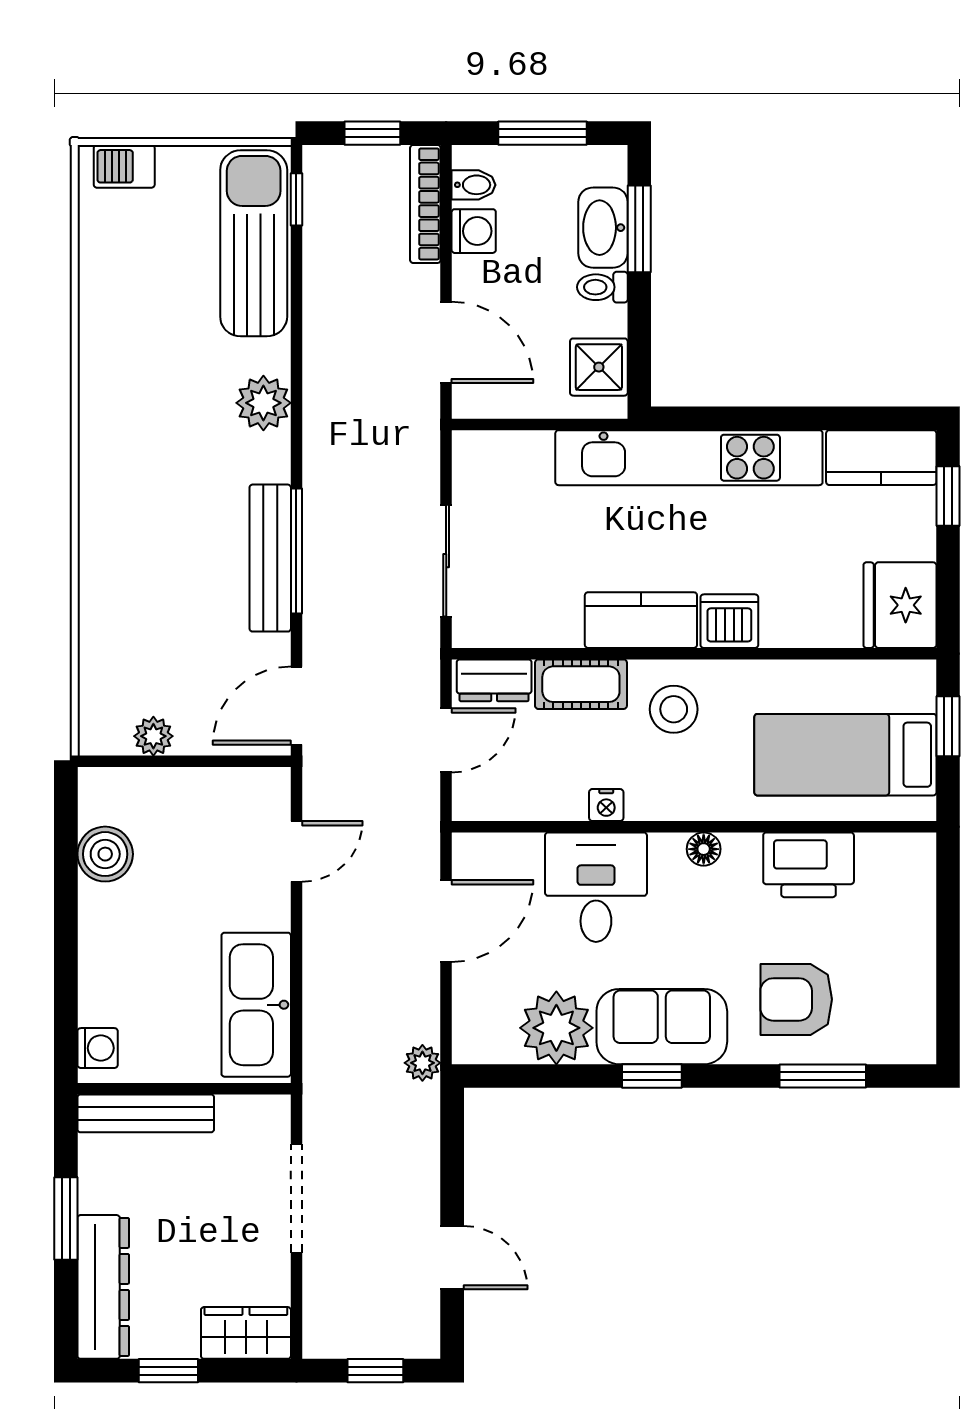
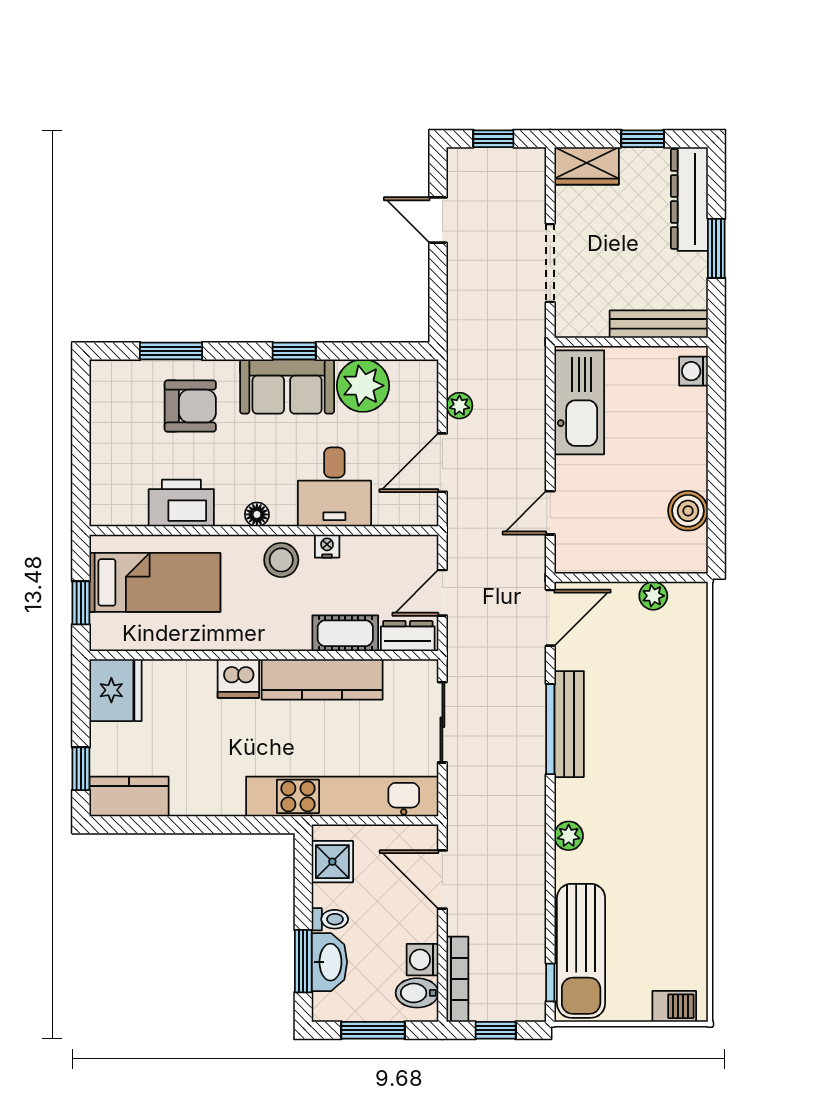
bidet: (474, 185) -> (417, 993), width x1.38, depth x1.36
plant: (263, 403) -> (569, 836), width x0.73, depth x0.73
kitchen unit: (689, 458) -> (342, 796), moved
kitchen counter: (641, 620) -> (322, 679), width x1.50
stool: (674, 709) -> (281, 560), moved
plant: (422, 1063) -> (459, 406), moved

